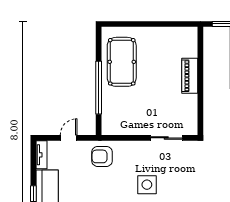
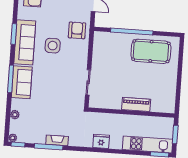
side table: (147, 185) -> (53, 46), moved

